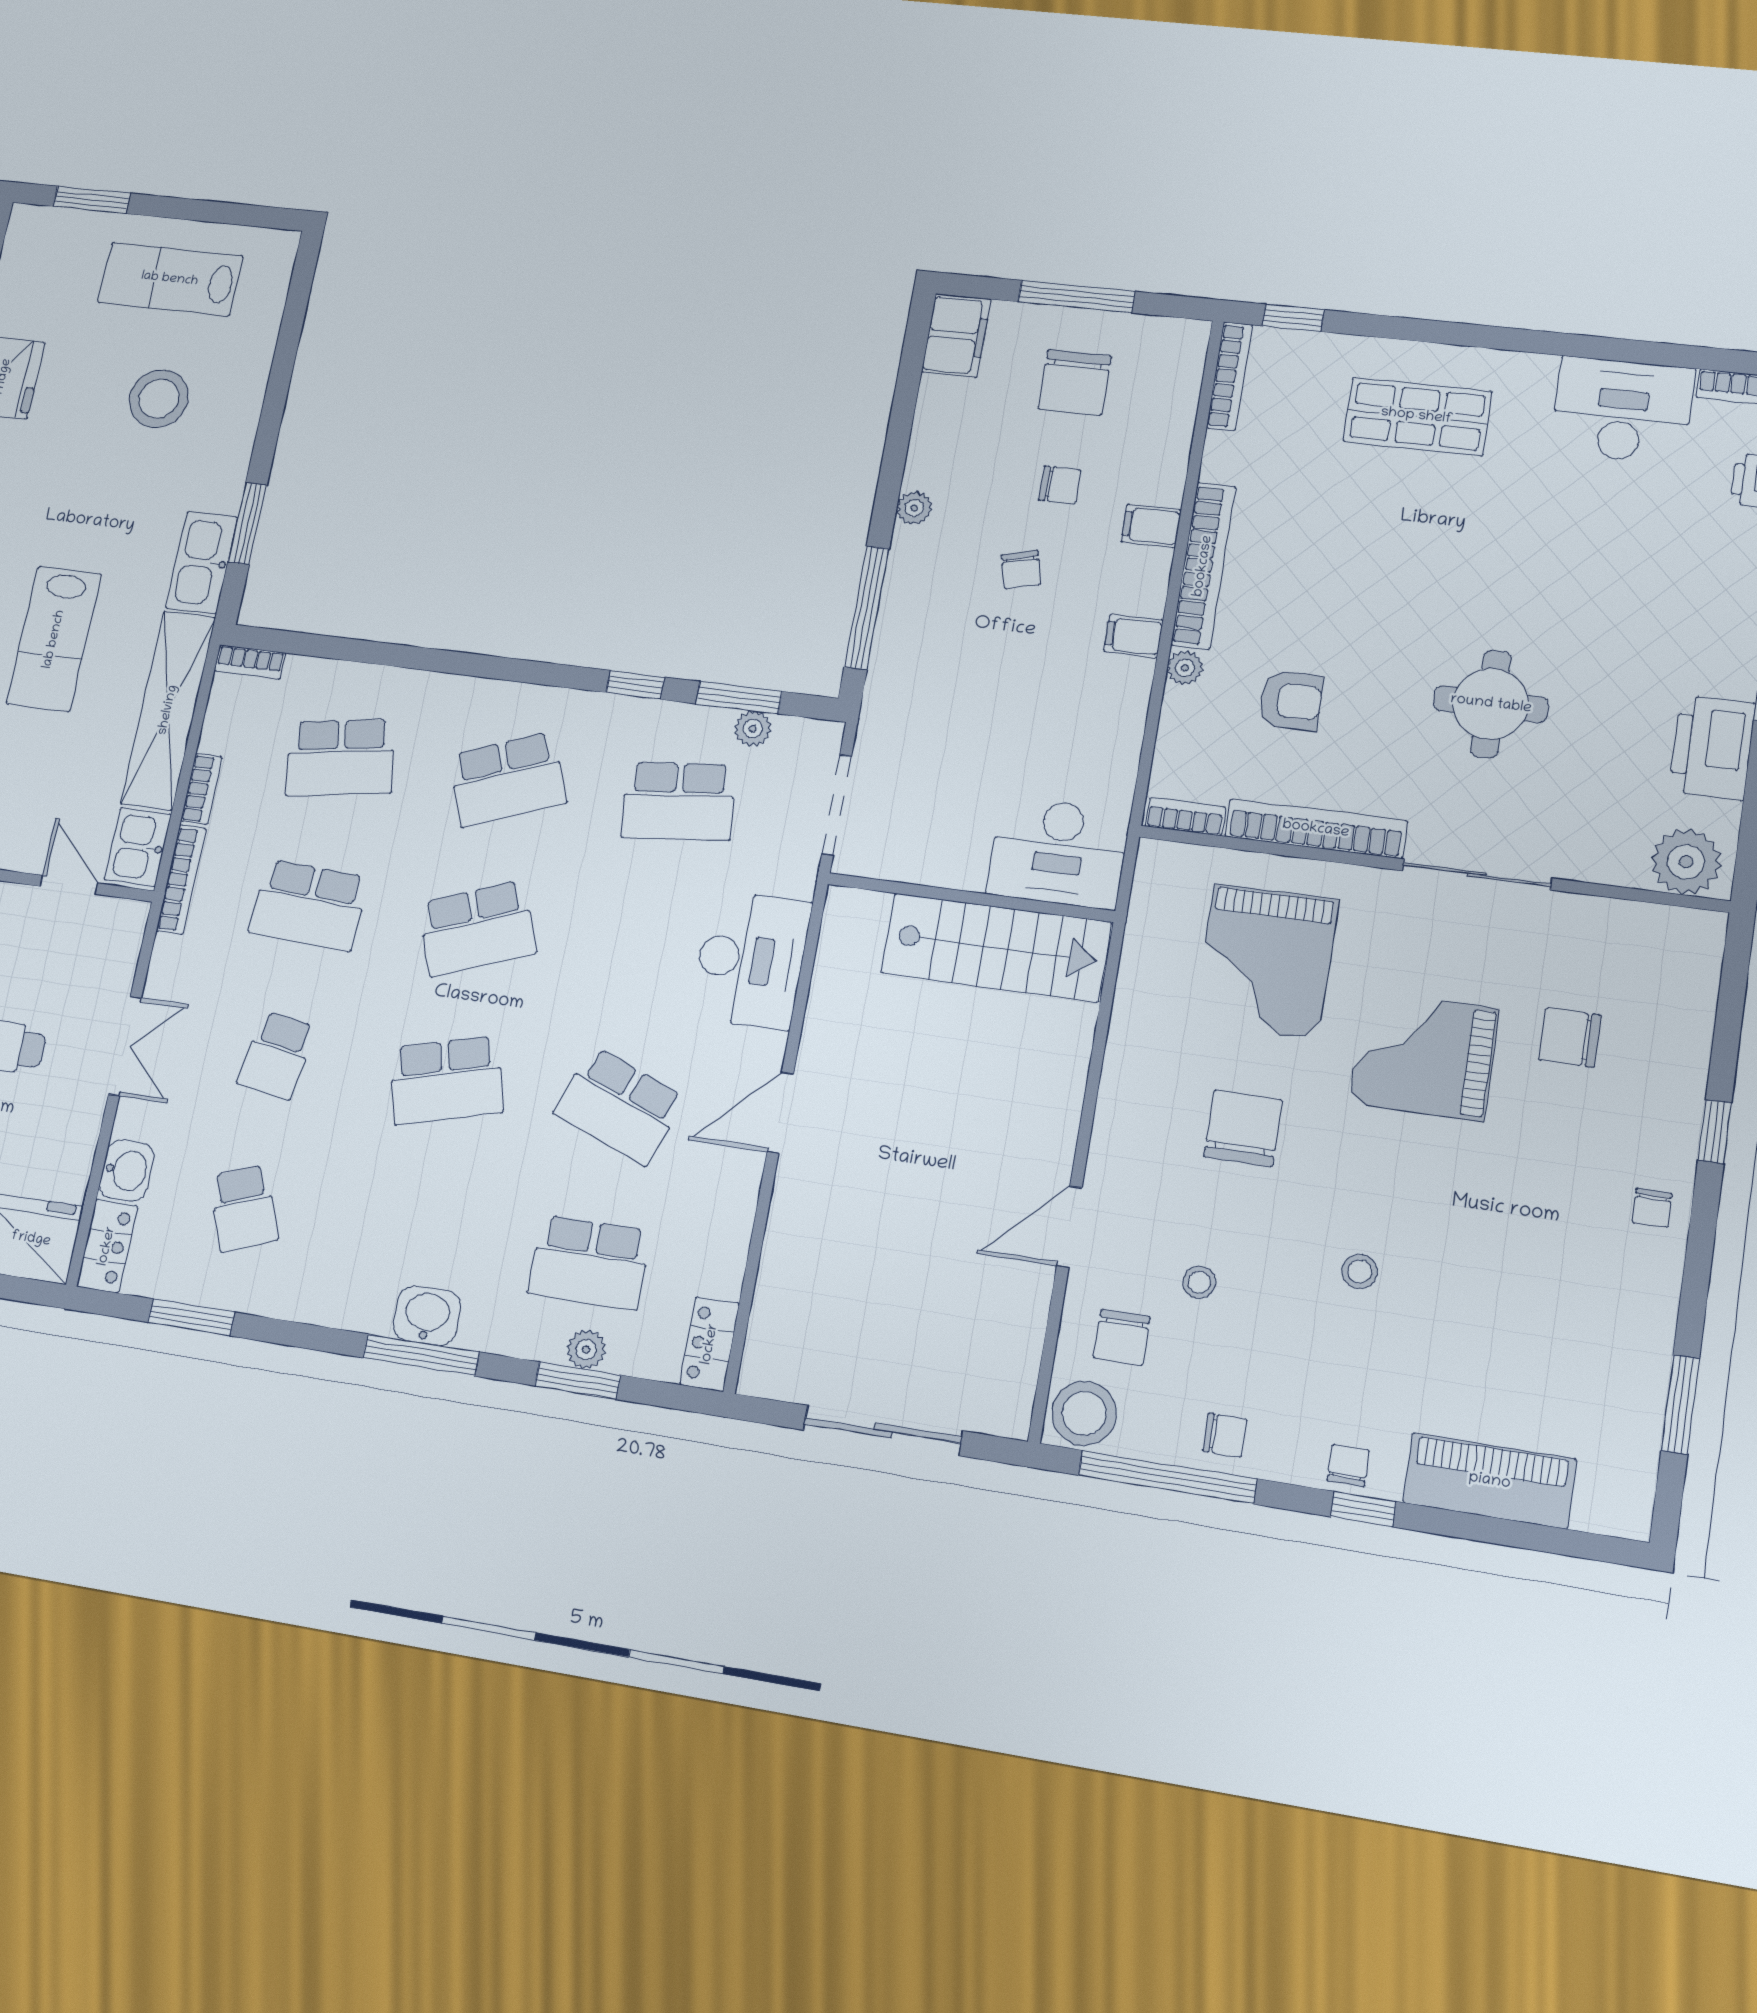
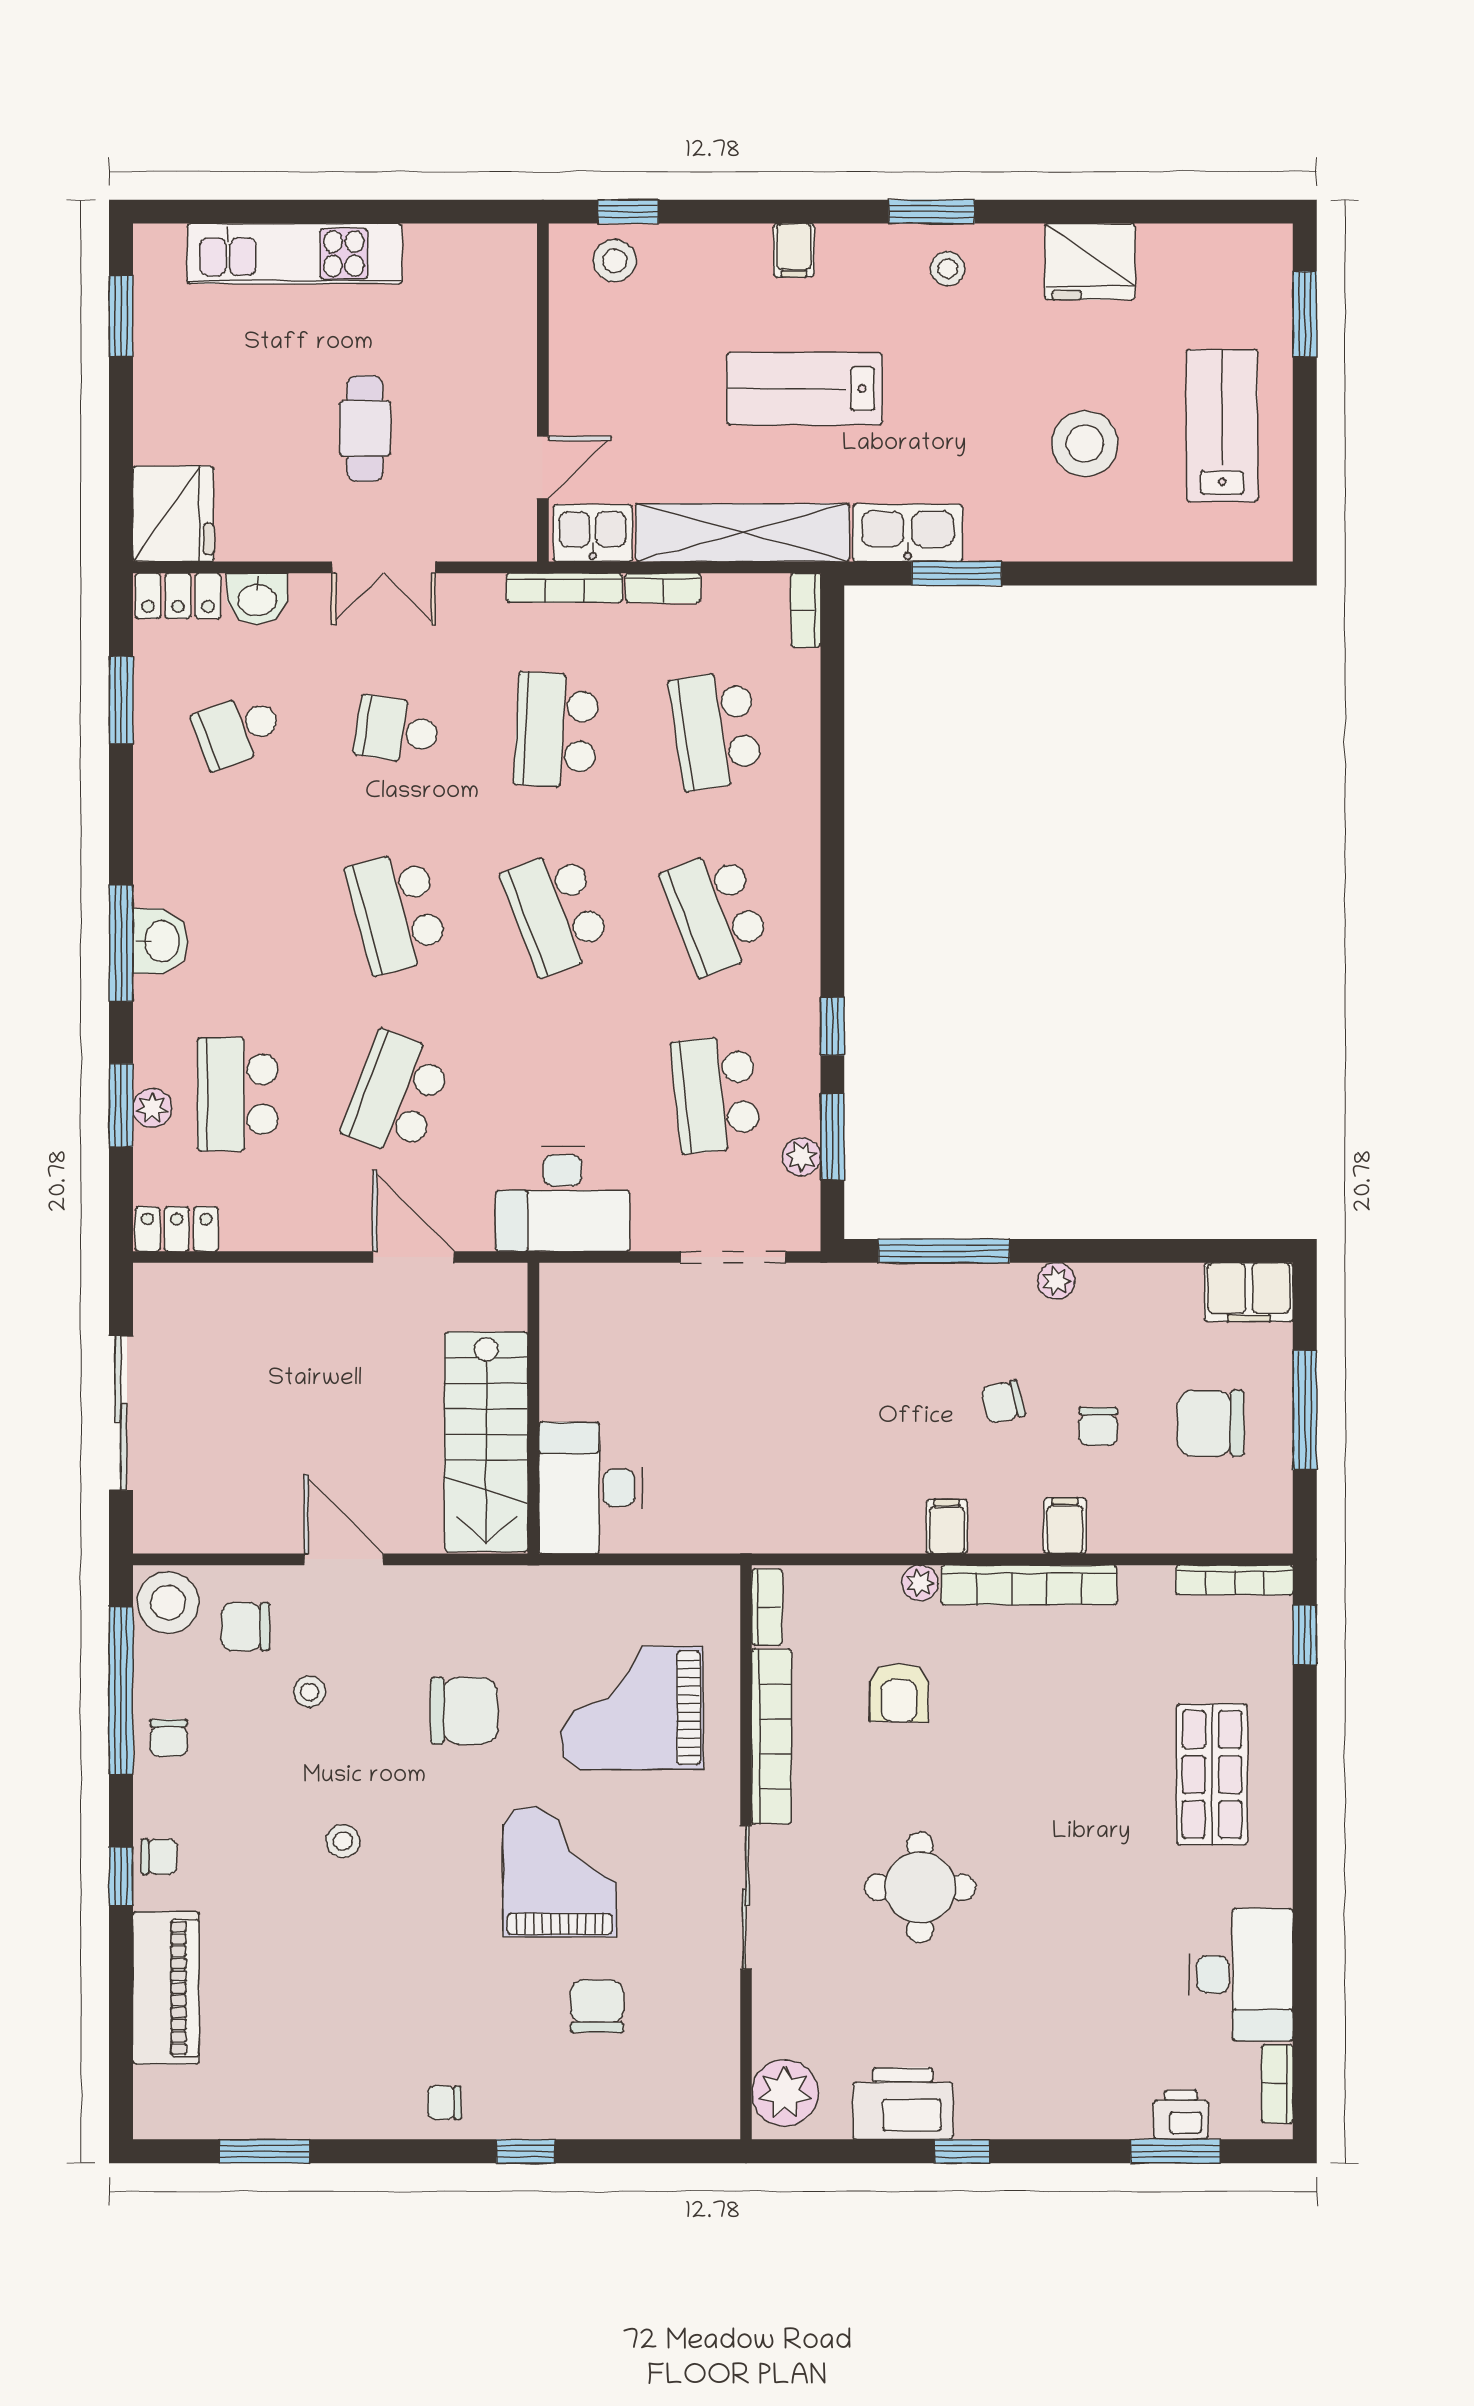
desk: (1058, 853) -> (591, 1488), moved
wall: (970, 898) -> (533, 1408), moved
stairs: (996, 948) -> (486, 1442), moved

